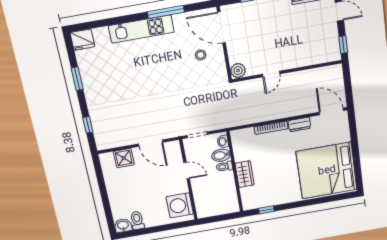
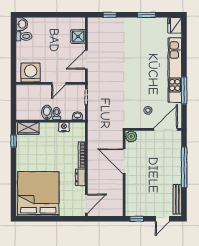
kitchen unit: (141, 29) -> (175, 70), width x1.36
door: (271, 74) -> (124, 161), width x1.87
bidet: (221, 155) -> (47, 112), moved
nightstand: (240, 155) -> (64, 127), added
wardrobe: (245, 174) -> (28, 128), moved

